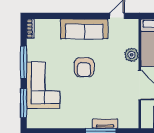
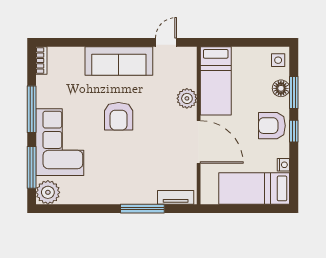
plant: (35, 120) -> (48, 192), added
tv unit: (105, 124) -> (176, 197), moved

